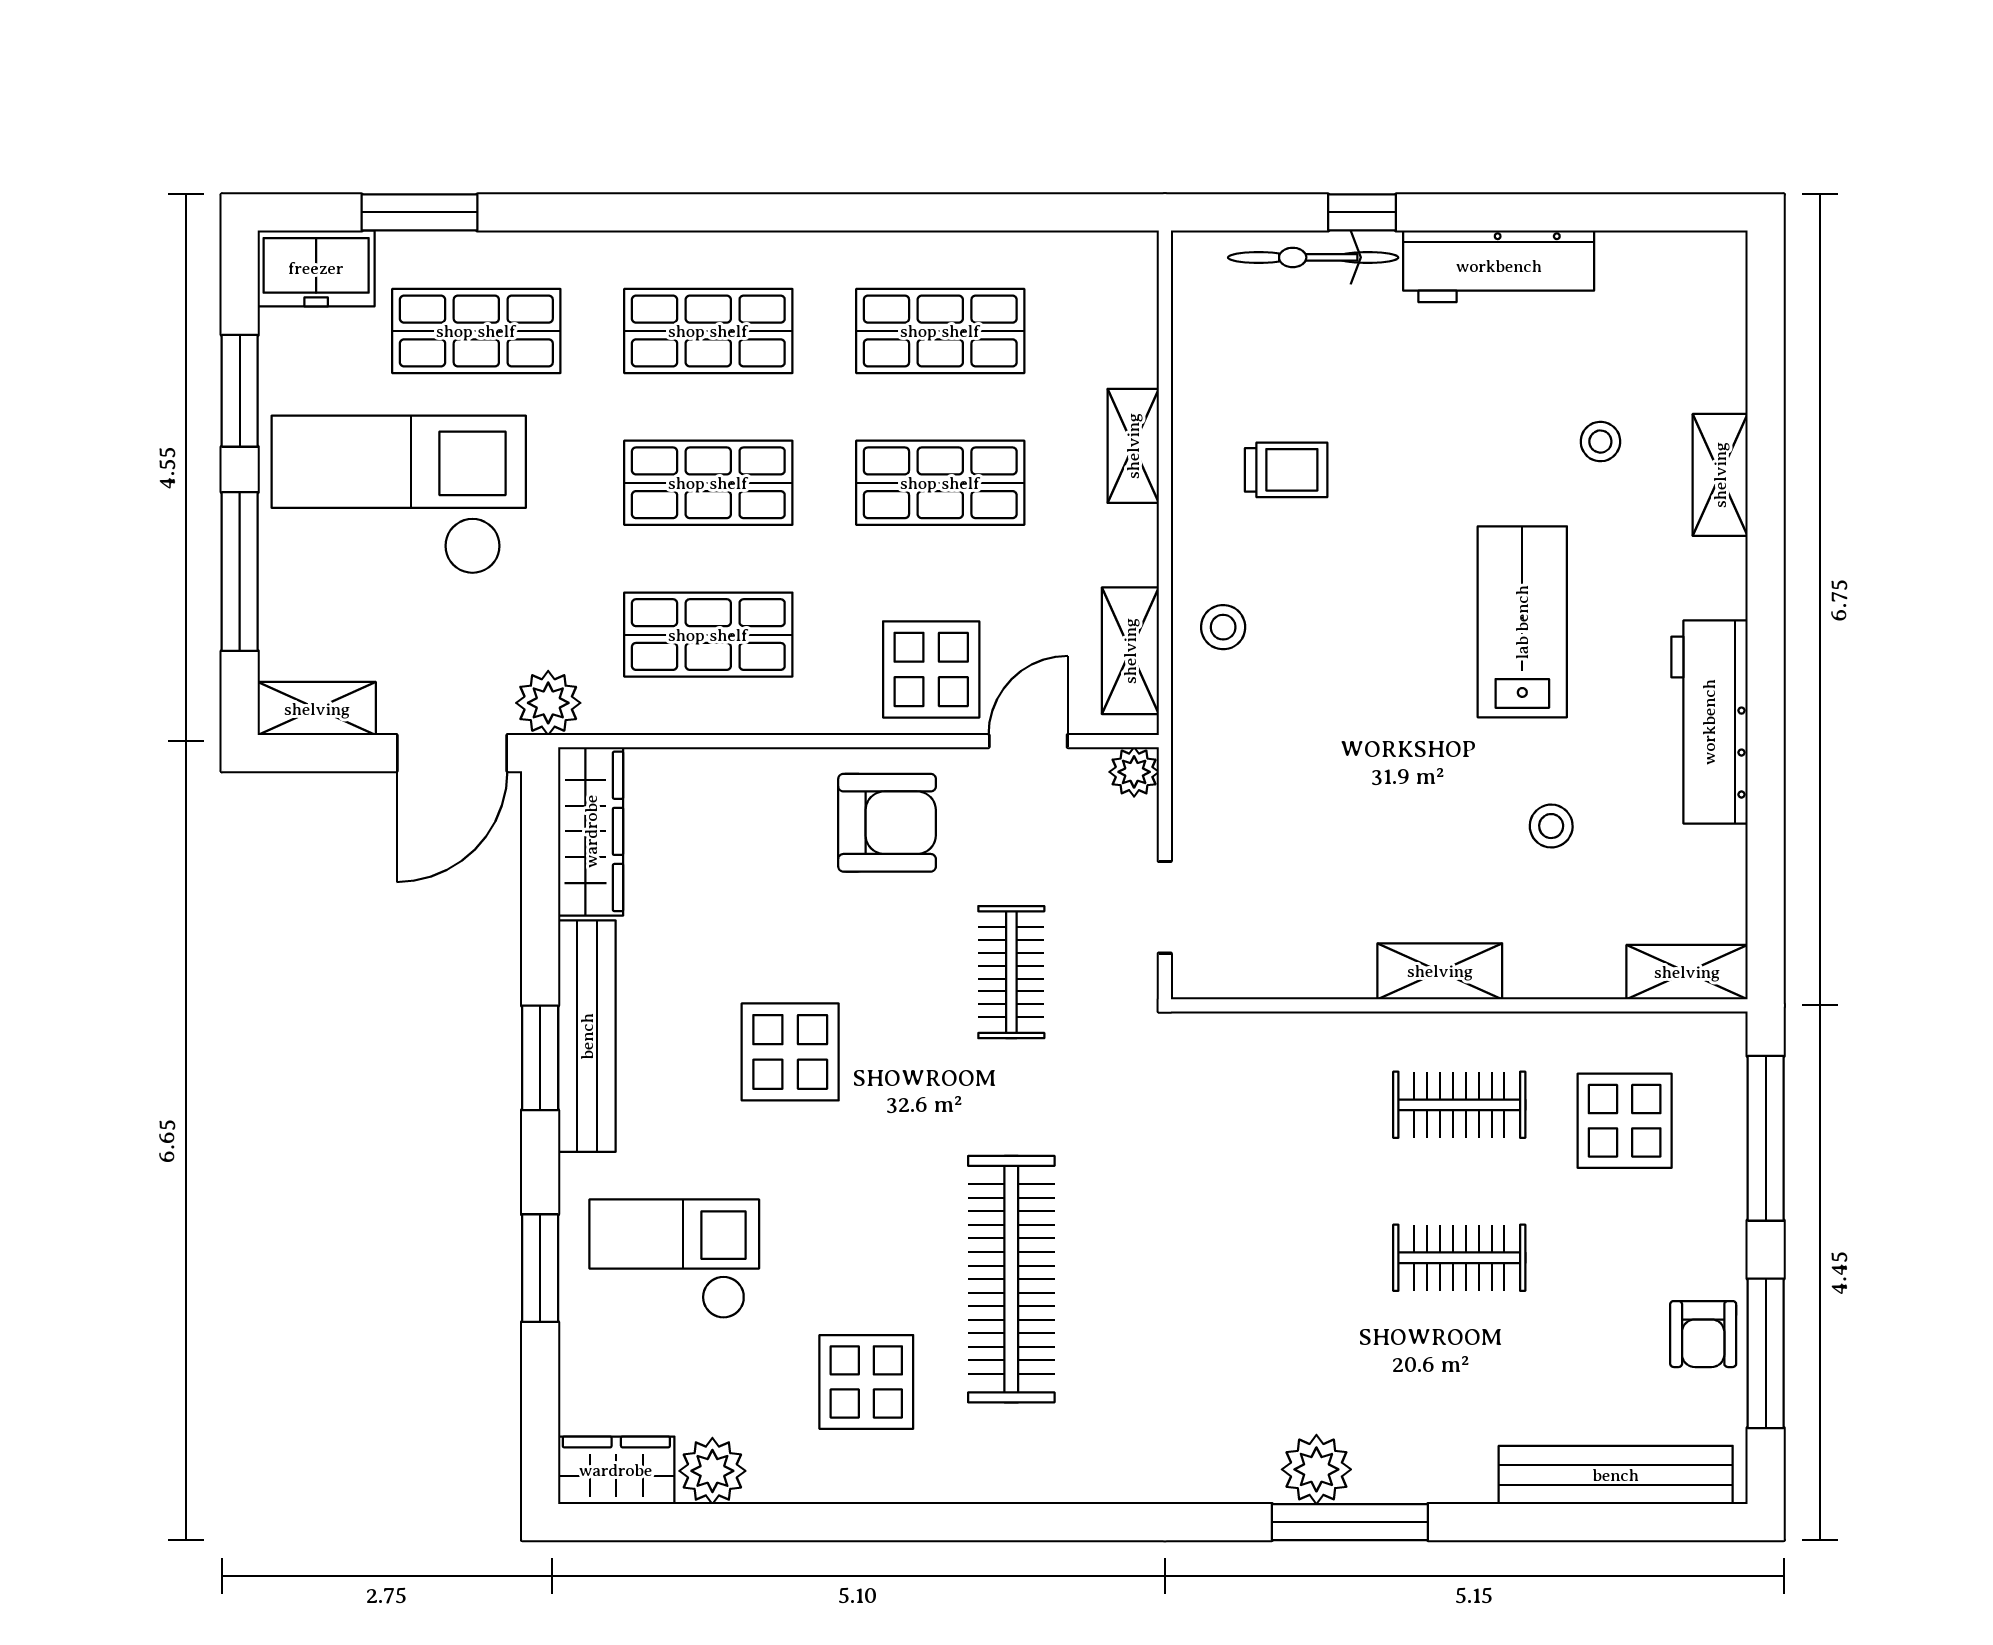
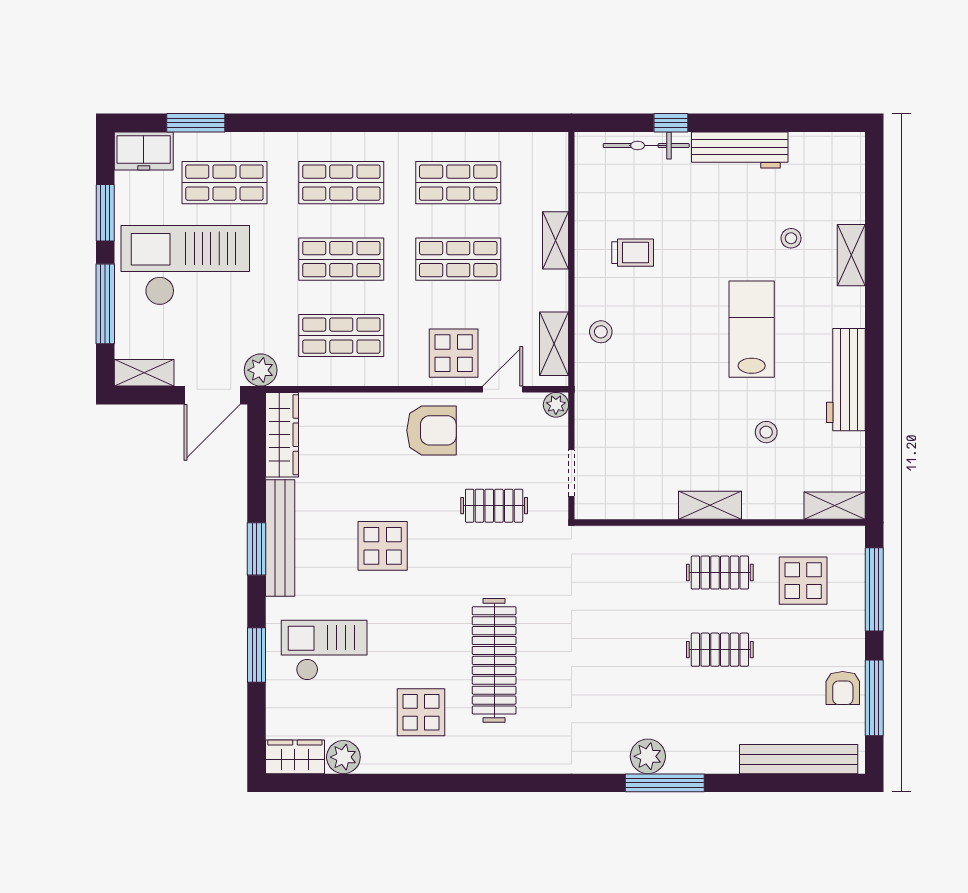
clothes rail: (1011, 972) -> (494, 506), turned 90

